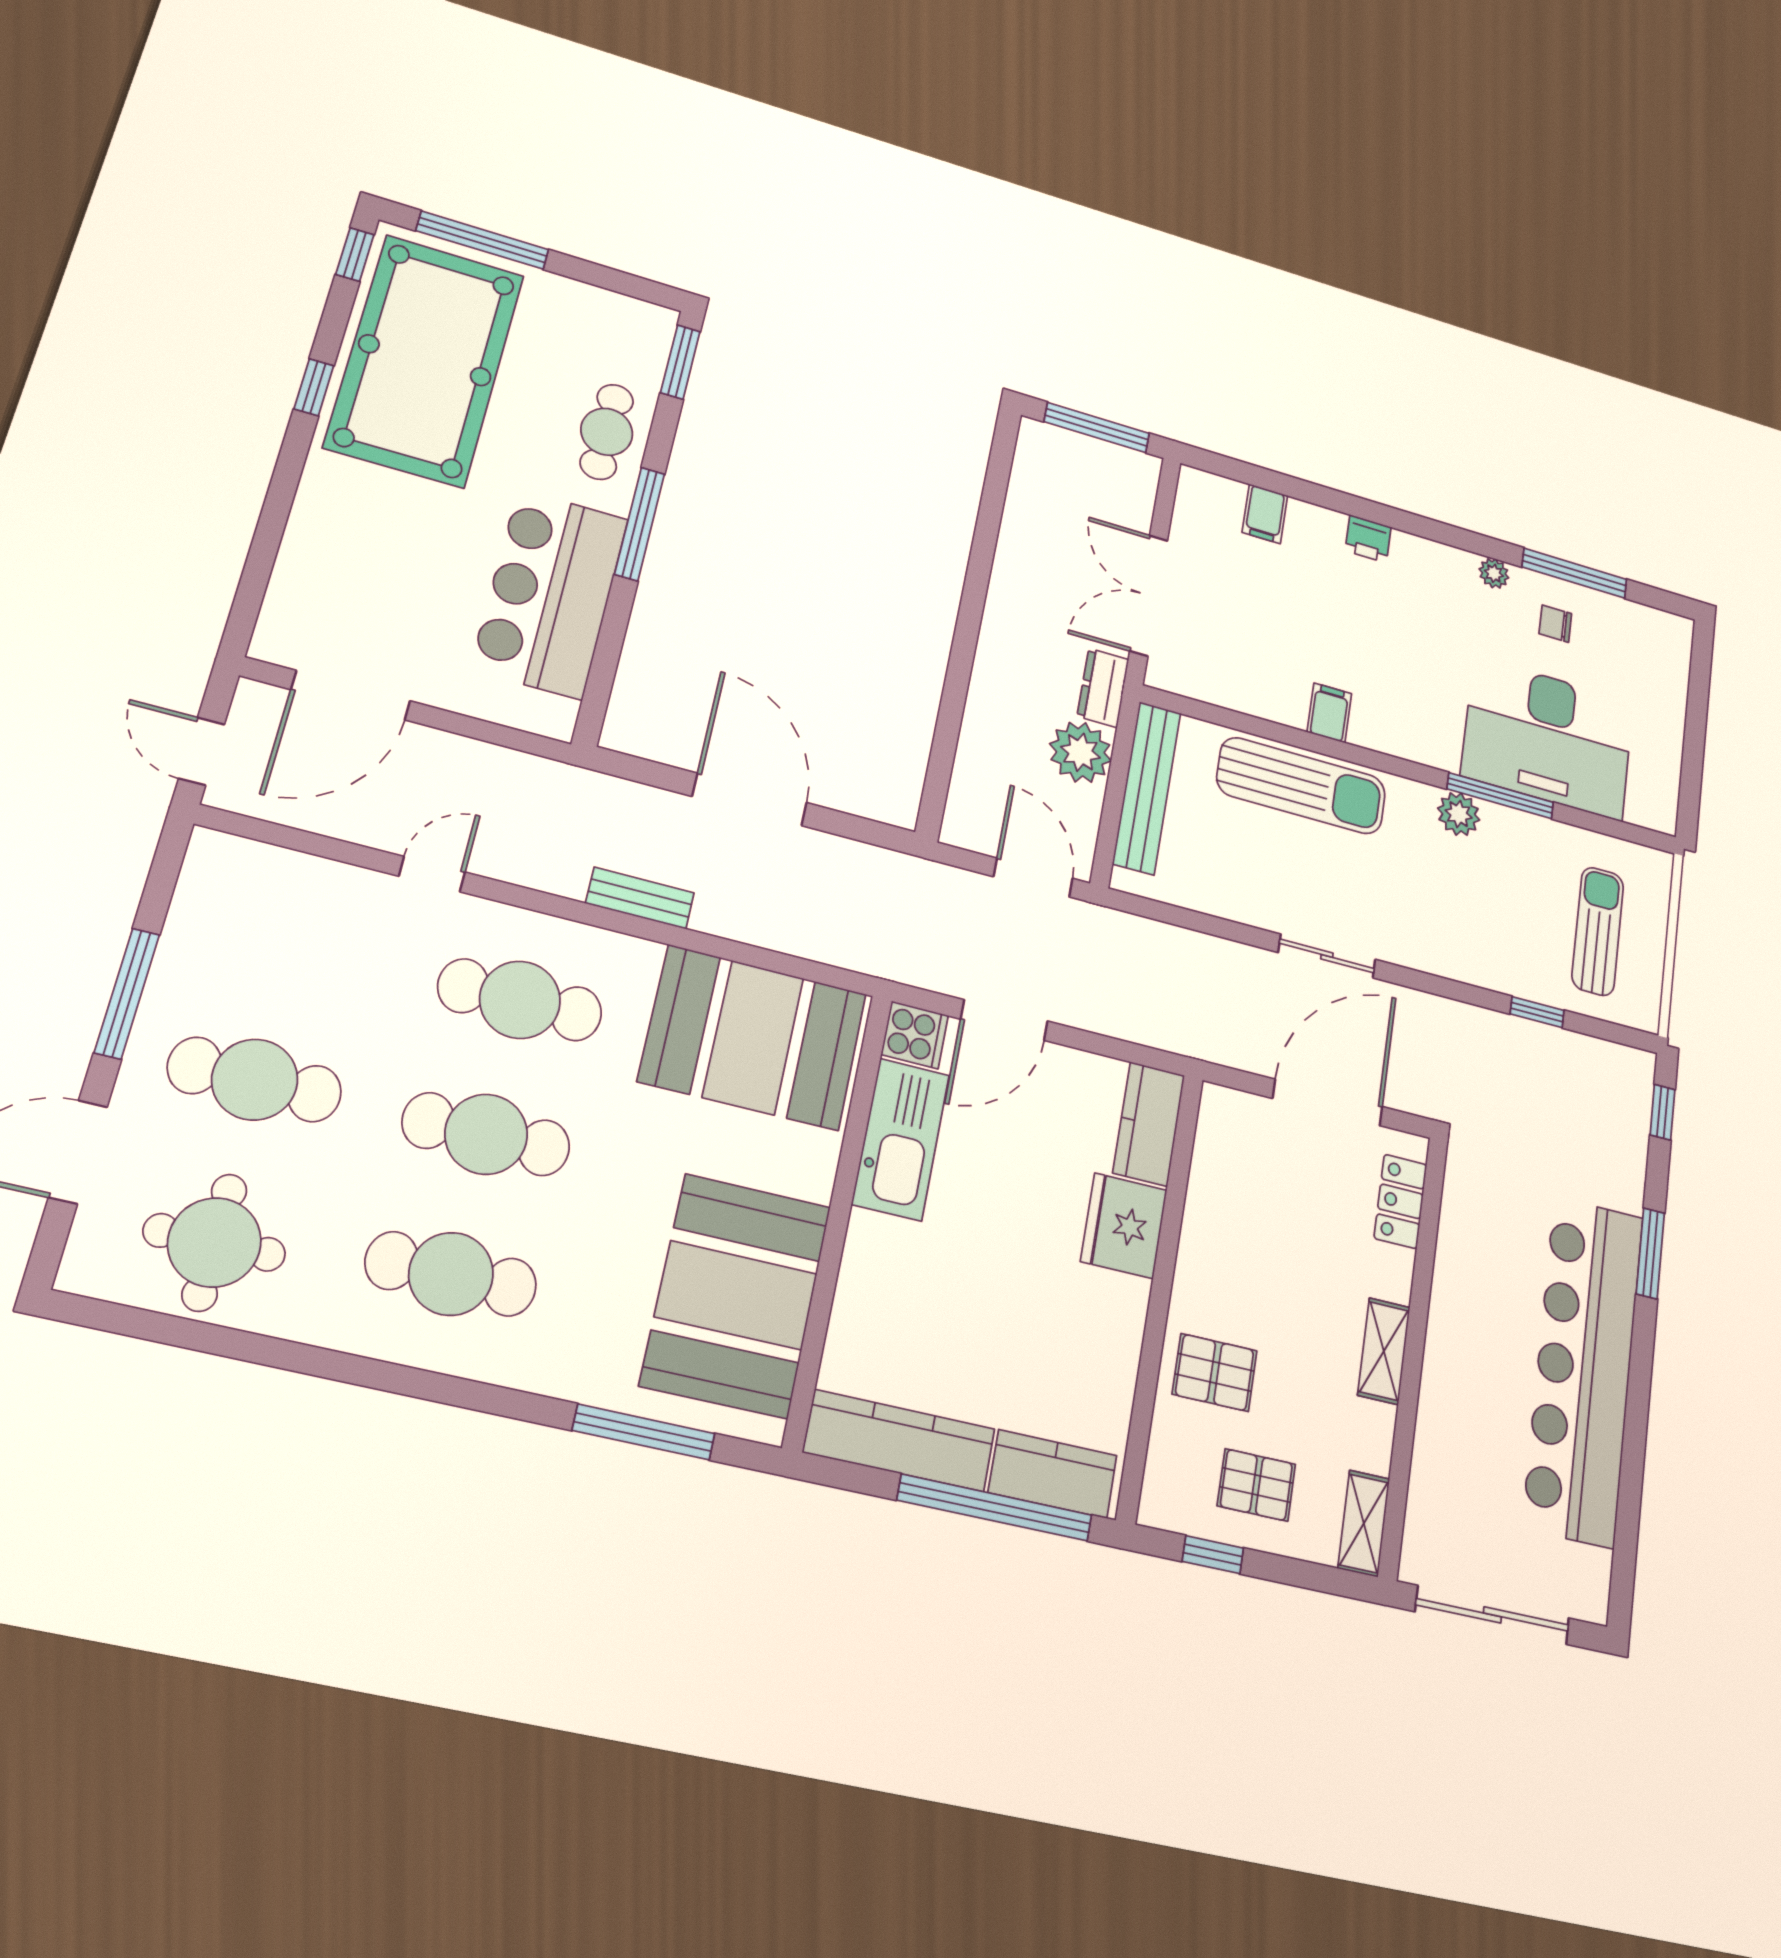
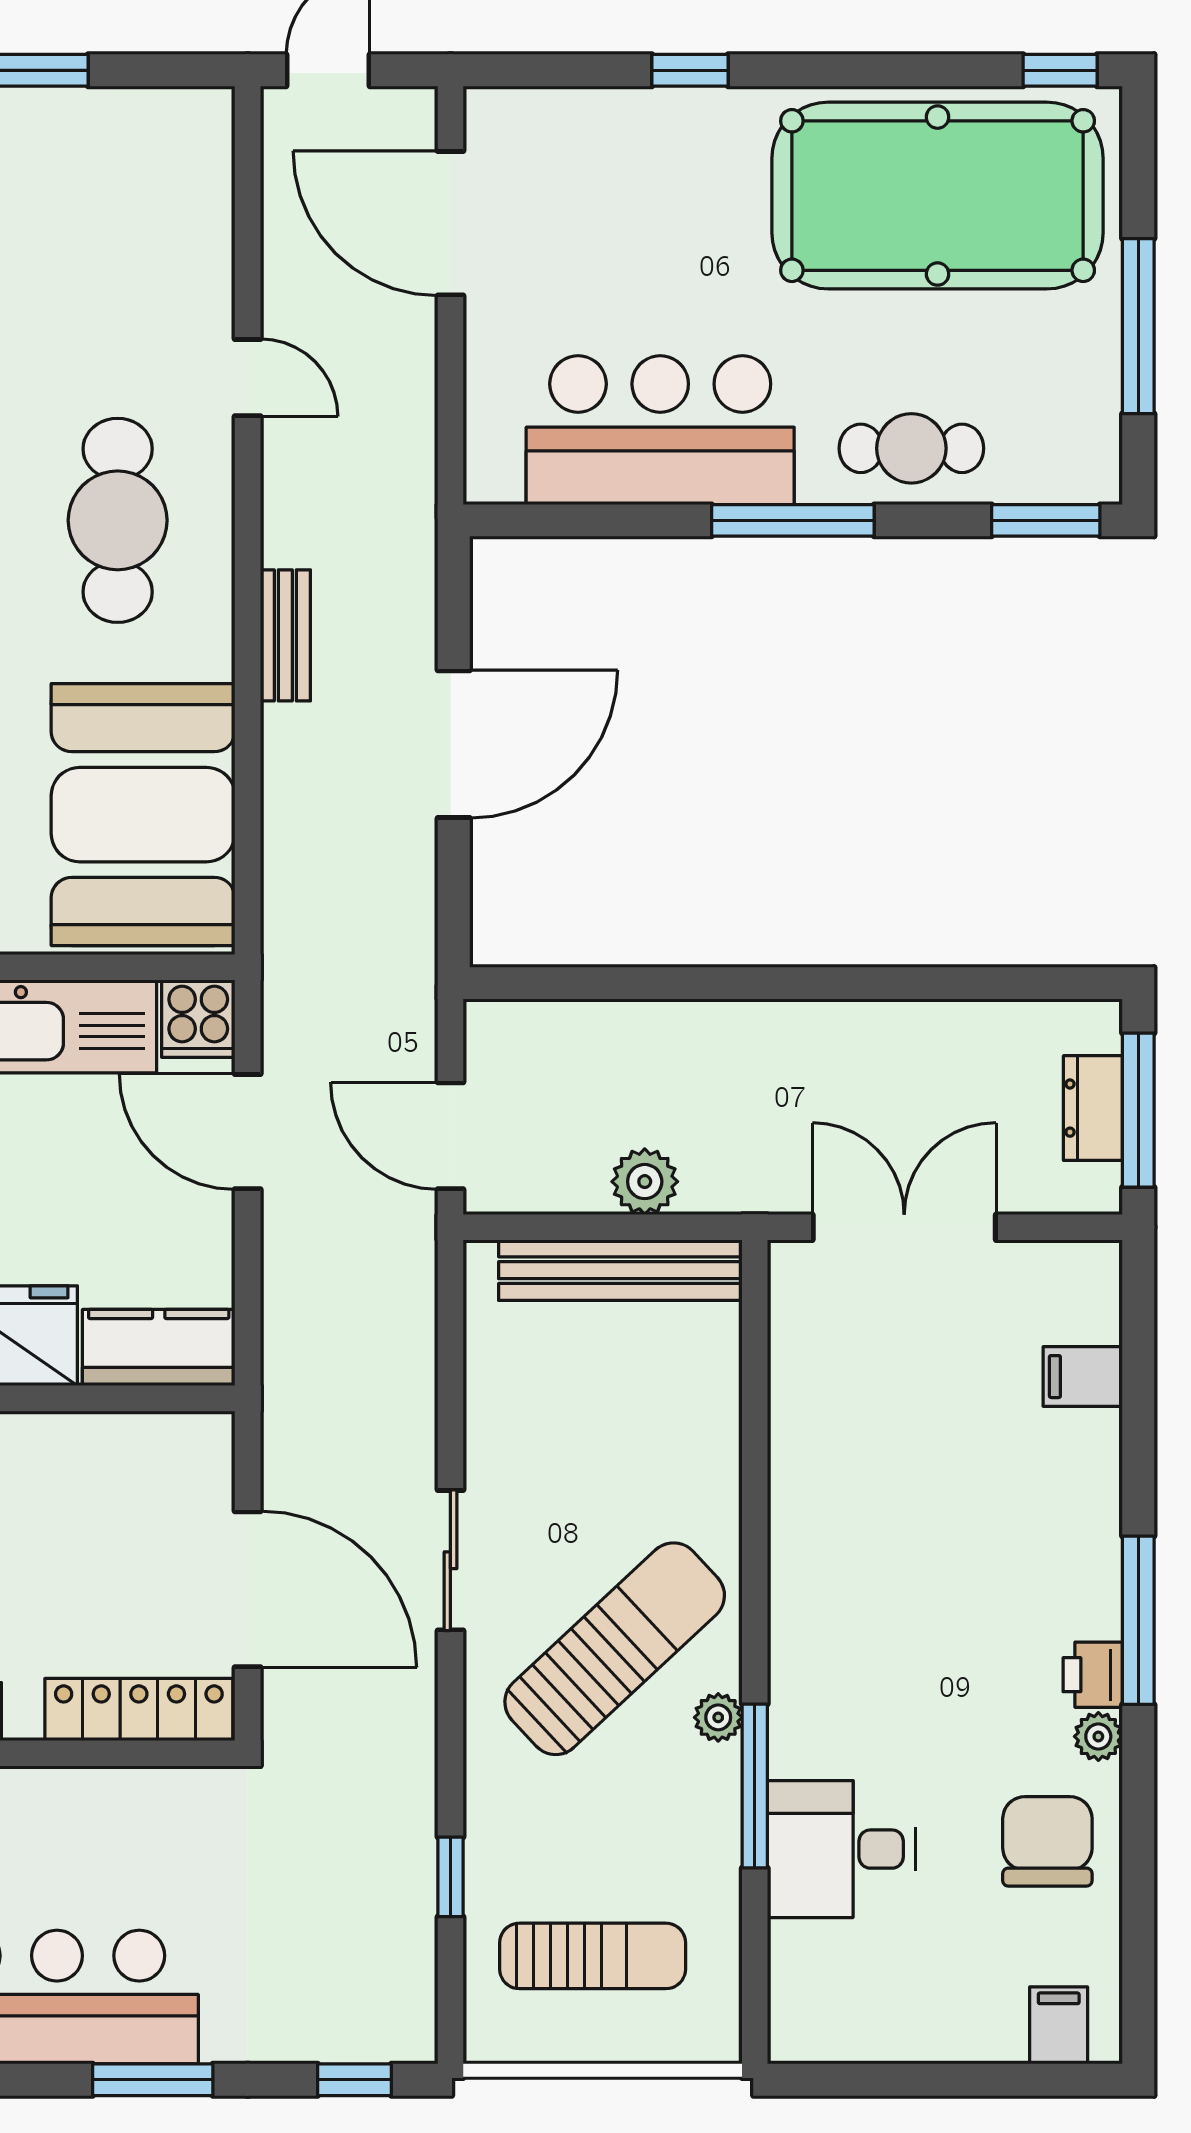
window: (482, 240) -> (1138, 326), moved
window: (314, 387) -> (690, 70), moved
printer: (1368, 539) -> (1093, 1675), moved
window: (1574, 573) -> (1138, 1620), moved
chair: (1555, 624) -> (1047, 1841), width x1.87, depth x1.87
dresser: (1103, 688) -> (1093, 1108), moved, turned -90
filing cabinet: (1329, 713) -> (1059, 2025), moved, turned -90
desk: (1548, 738) -> (841, 1849), width x0.53, depth x0.77
plant: (1080, 752) -> (645, 1182), width x0.73, depth x0.73
sun lounger: (1301, 786) -> (615, 1649), moved, turned -133
plant: (1459, 814) -> (718, 1717), width x0.73, depth x0.73
door: (1033, 878) -> (450, 1136), swing flipped
locker: (1400, 1201) -> (139, 1710), width x1.53

